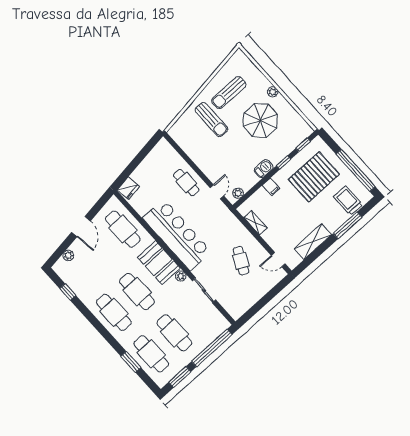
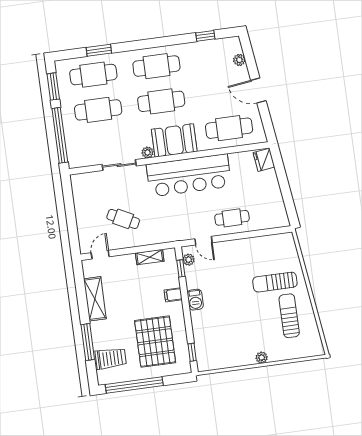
parasol: (260, 120) -> (243, 327), removed
window: (284, 162) -> (181, 268), moved

